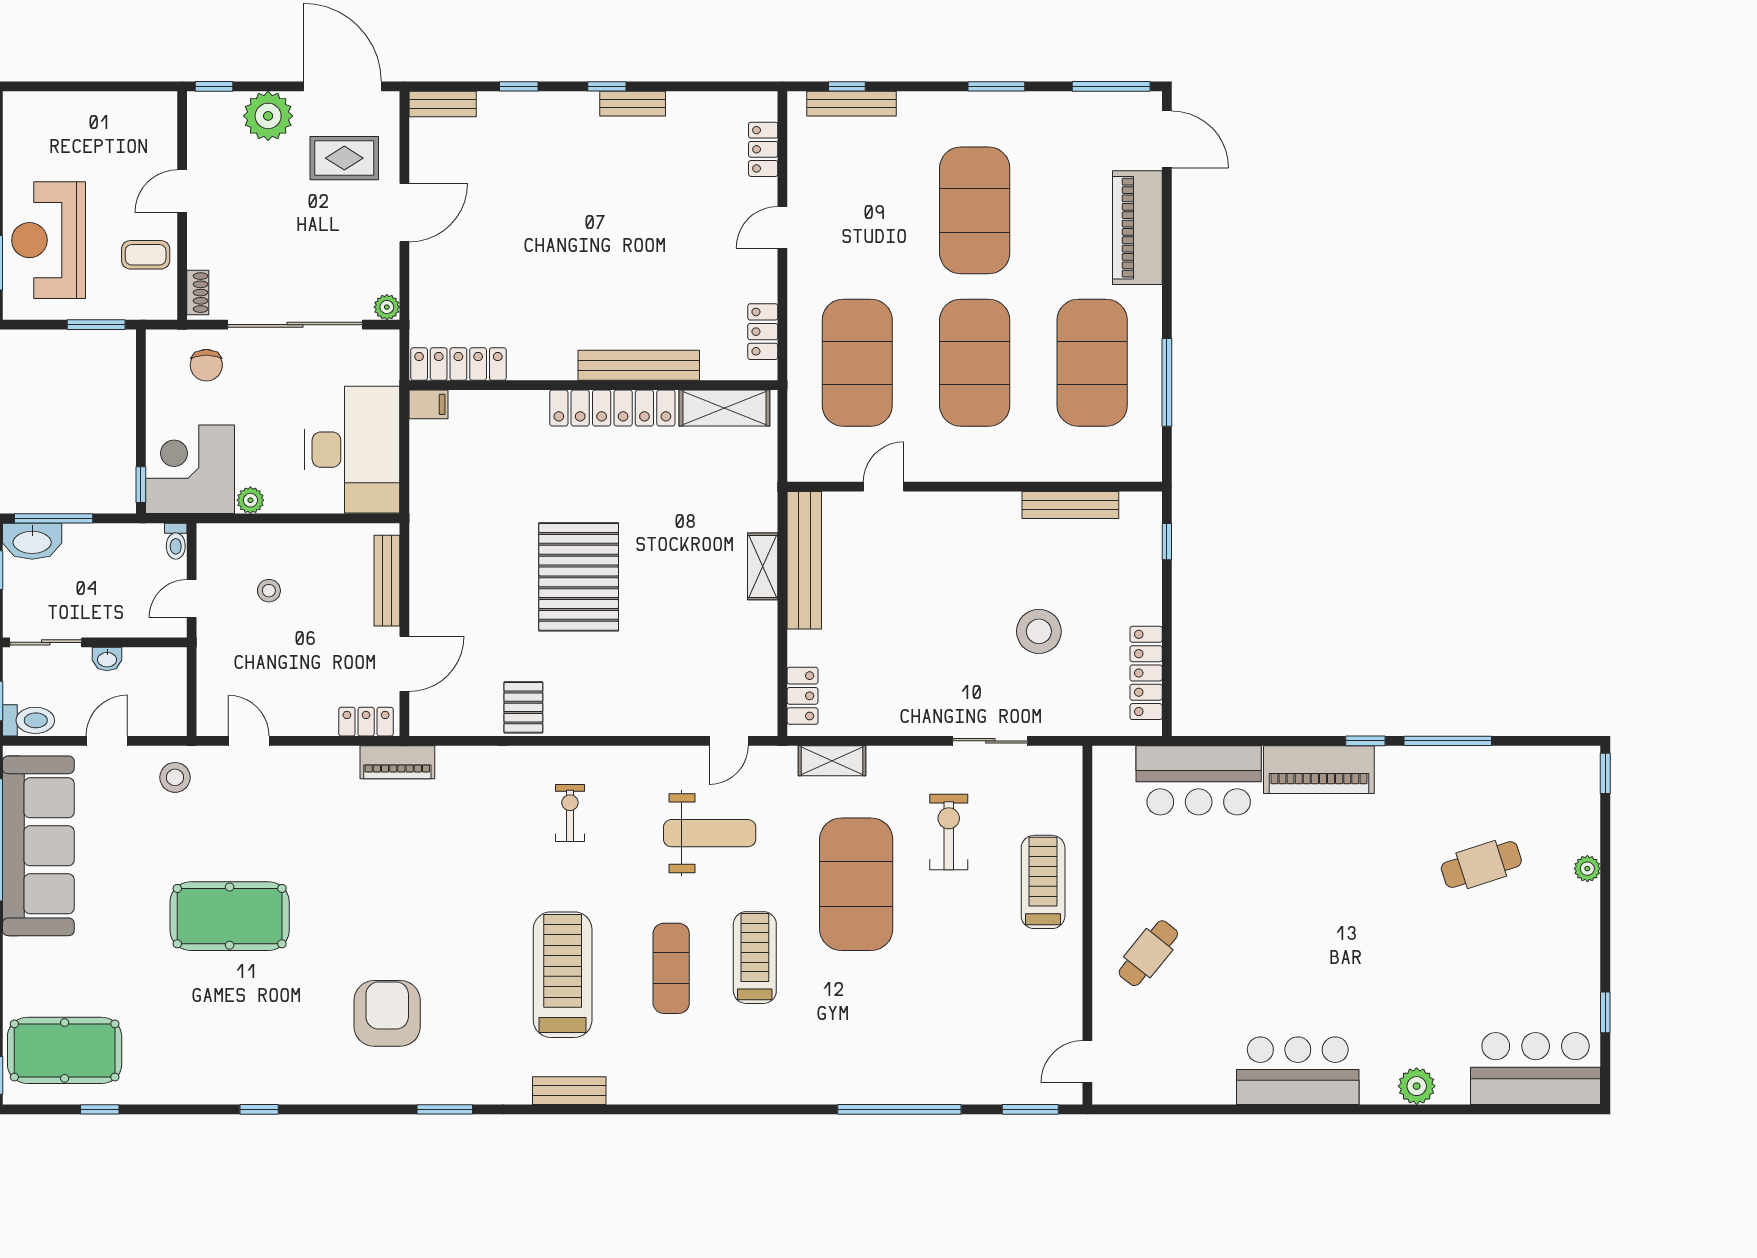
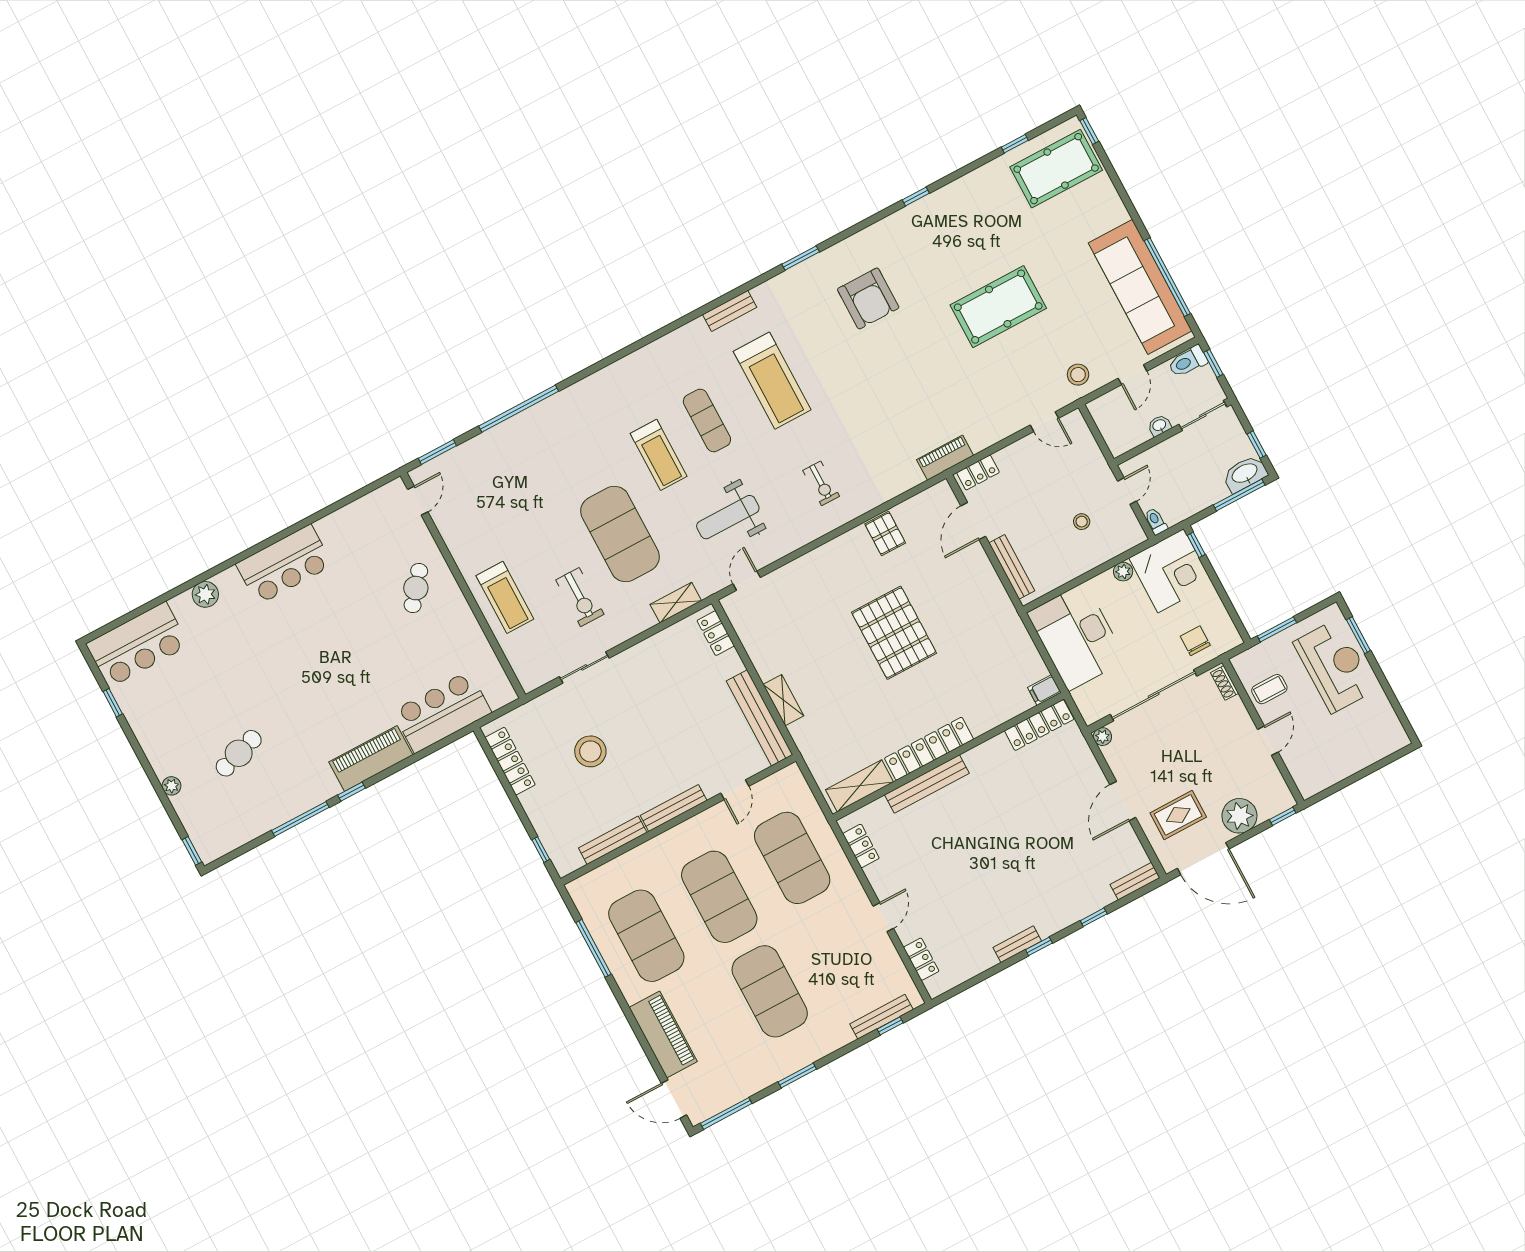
bench: (973, 505) -> (674, 808), added

